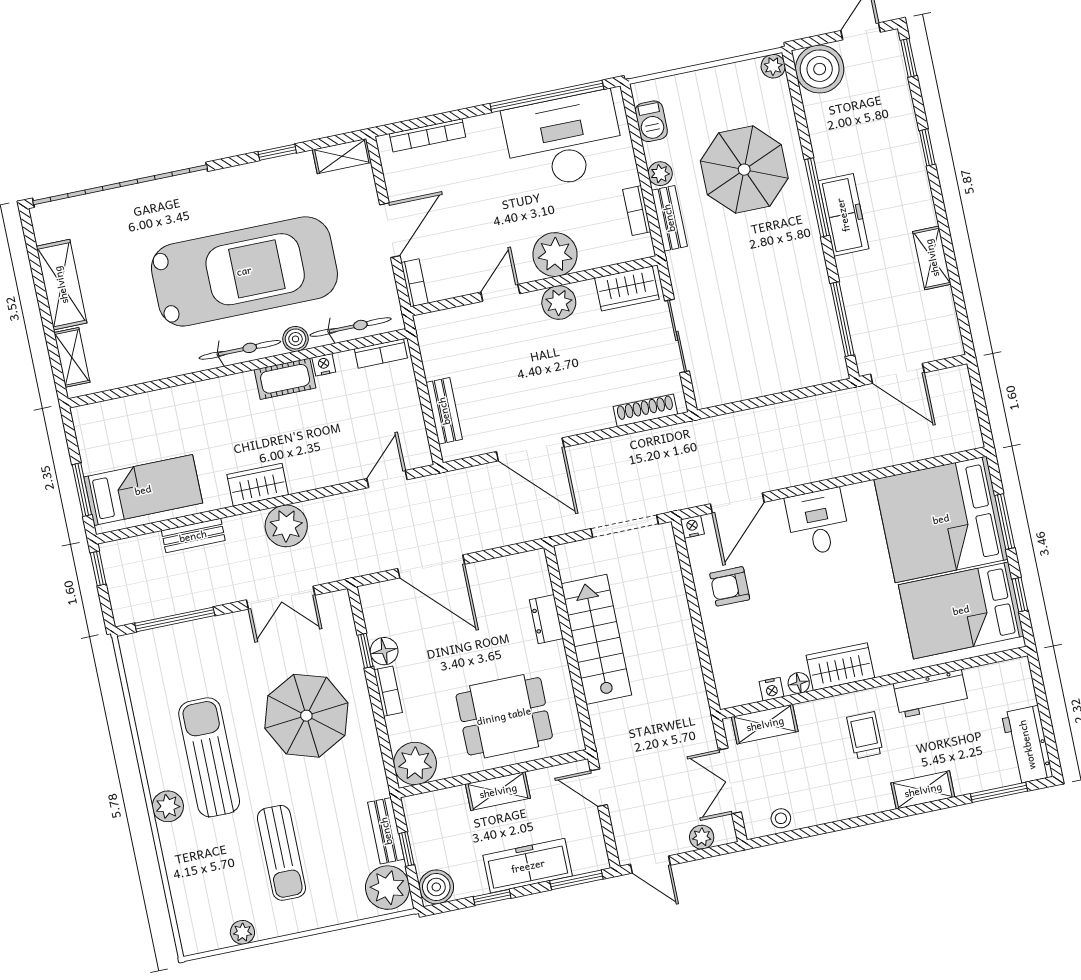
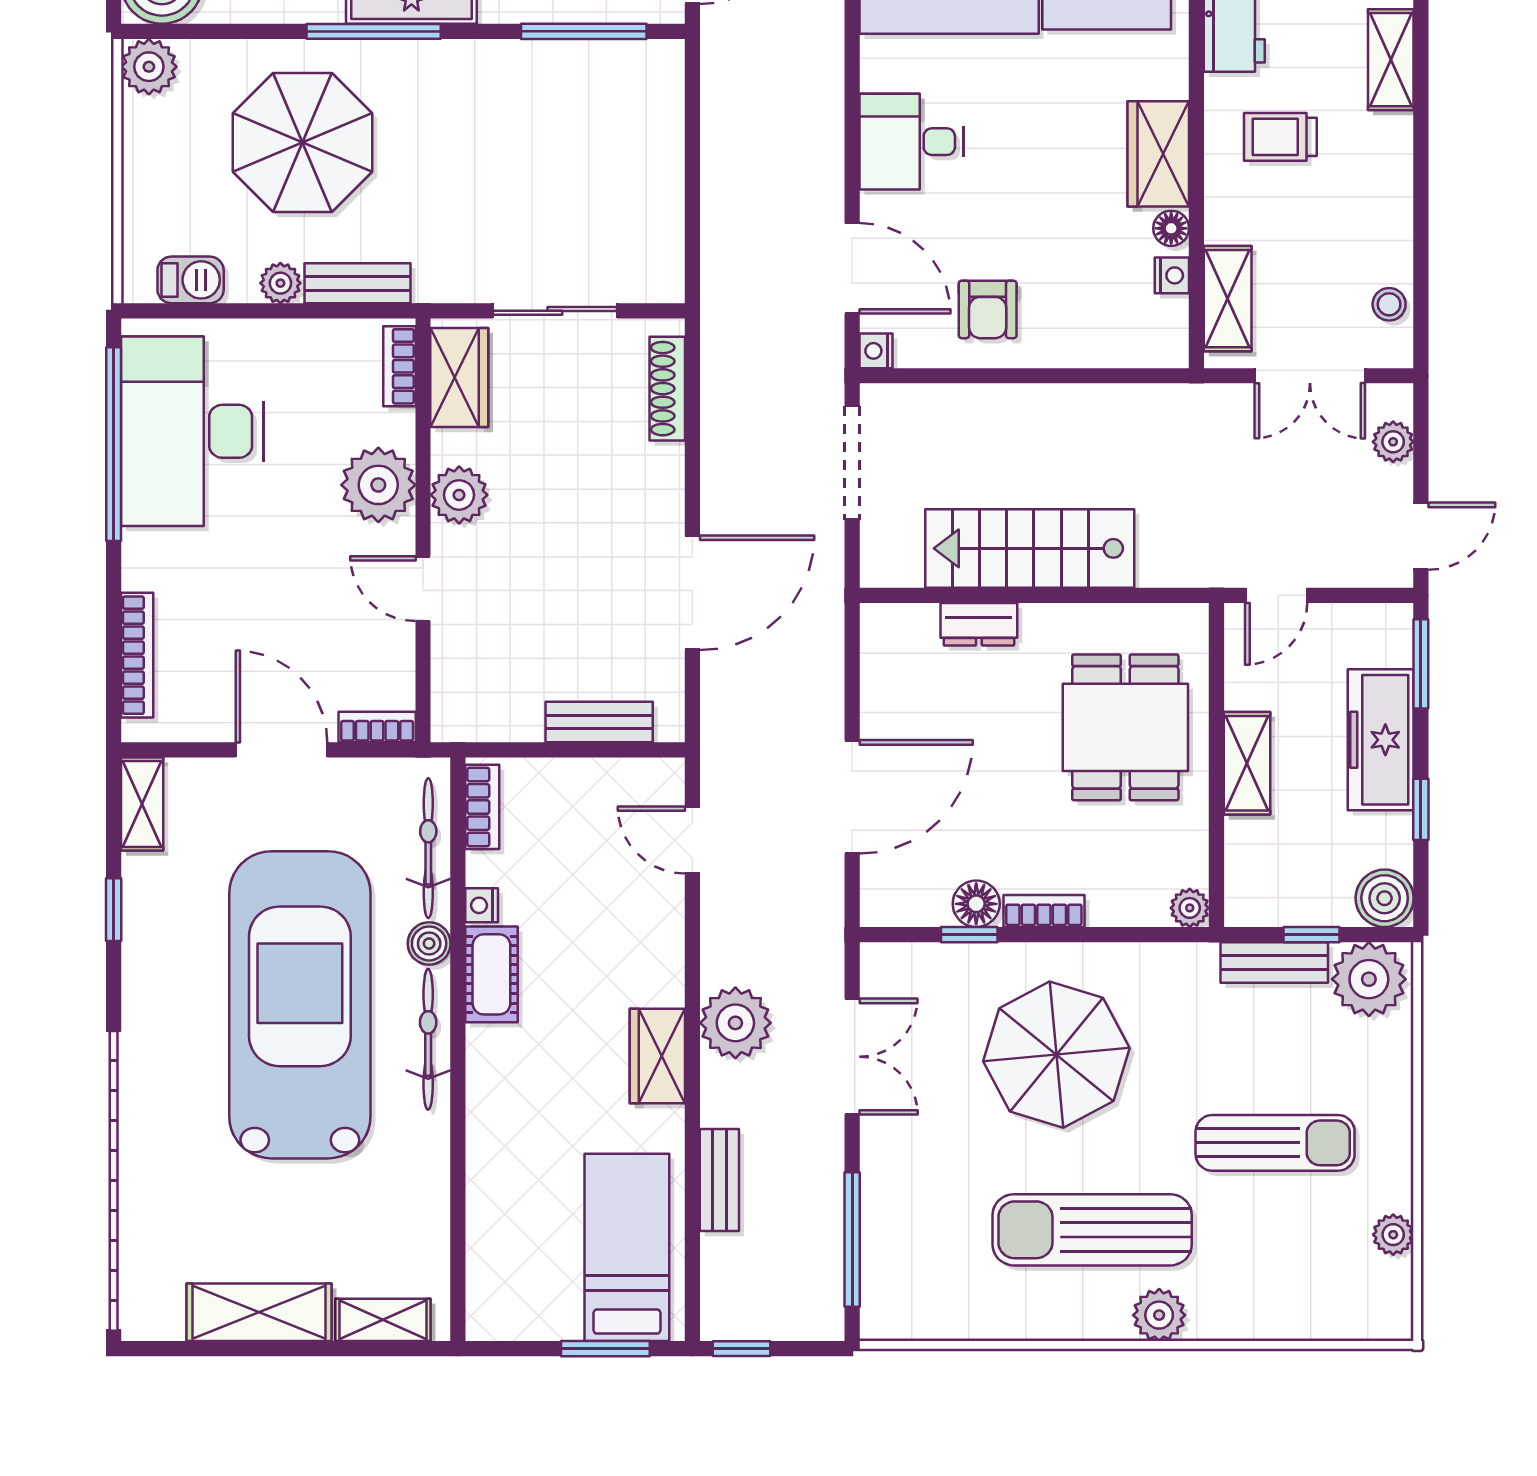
plant: (773, 66) -> (149, 67), width x1.38, depth x1.38
bookcase: (637, 211) -> (399, 366), moved, turned 90
plant: (415, 764) -> (1190, 908), width x0.53, depth x0.53

